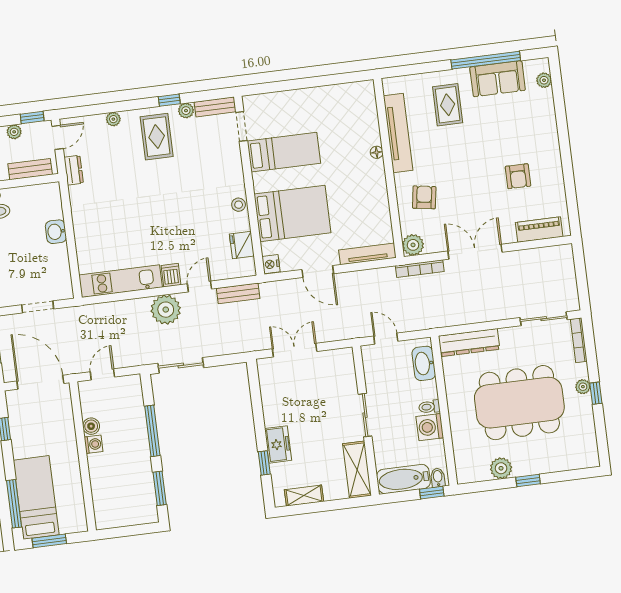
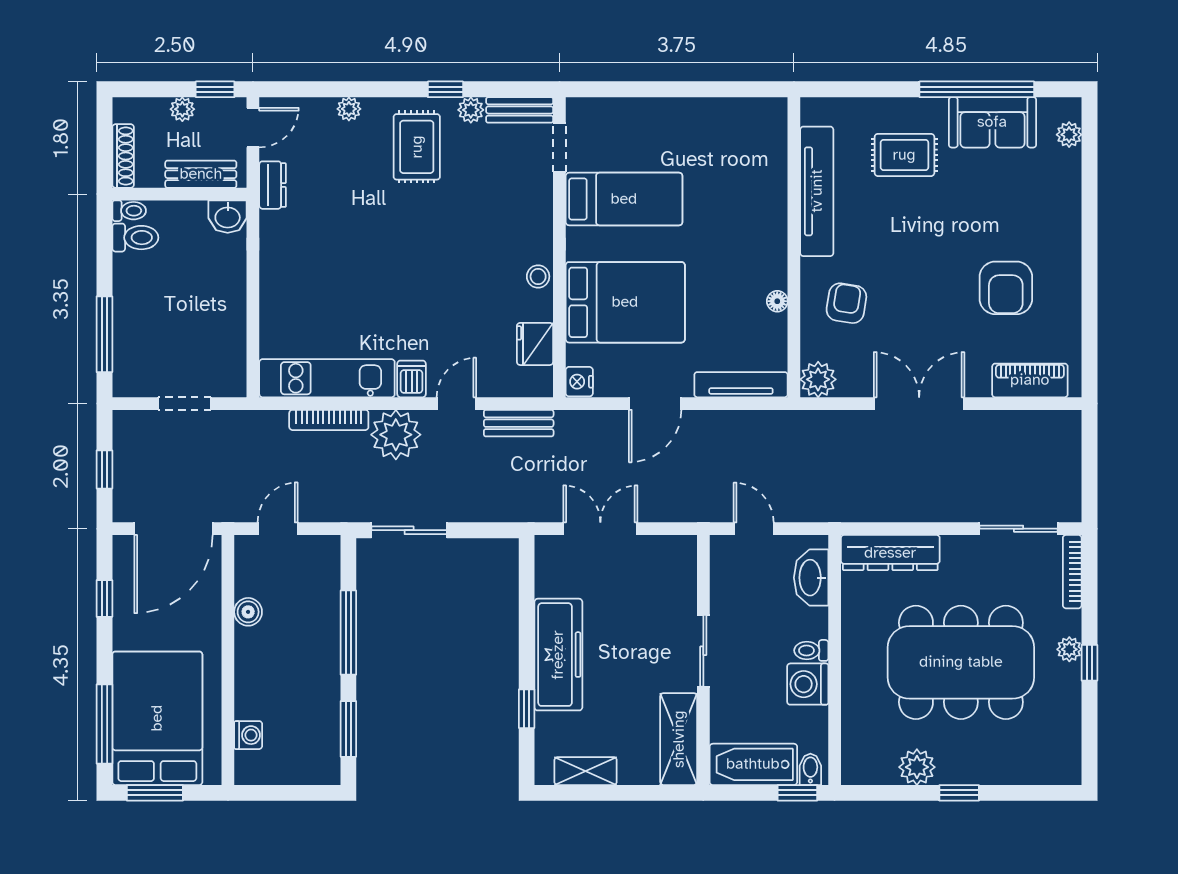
rug: (448, 105) -> (904, 155), turned 90
floor lamp: (377, 152) -> (777, 301), moved
armchair: (518, 176) -> (1006, 288), width x1.38, depth x1.38
washbasin: (56, 232) -> (228, 217), moved, turned -90
bookcase: (420, 269) -> (329, 420), moved
door: (318, 272) -> (655, 404), hinge flipped
door: (40, 382) -> (173, 529), swing flipped
washing machine: (93, 444) -> (248, 735), moved
freezer: (278, 444) -> (558, 655), width x1.91, depth x1.26
bed: (36, 497) -> (157, 718), width x1.50

